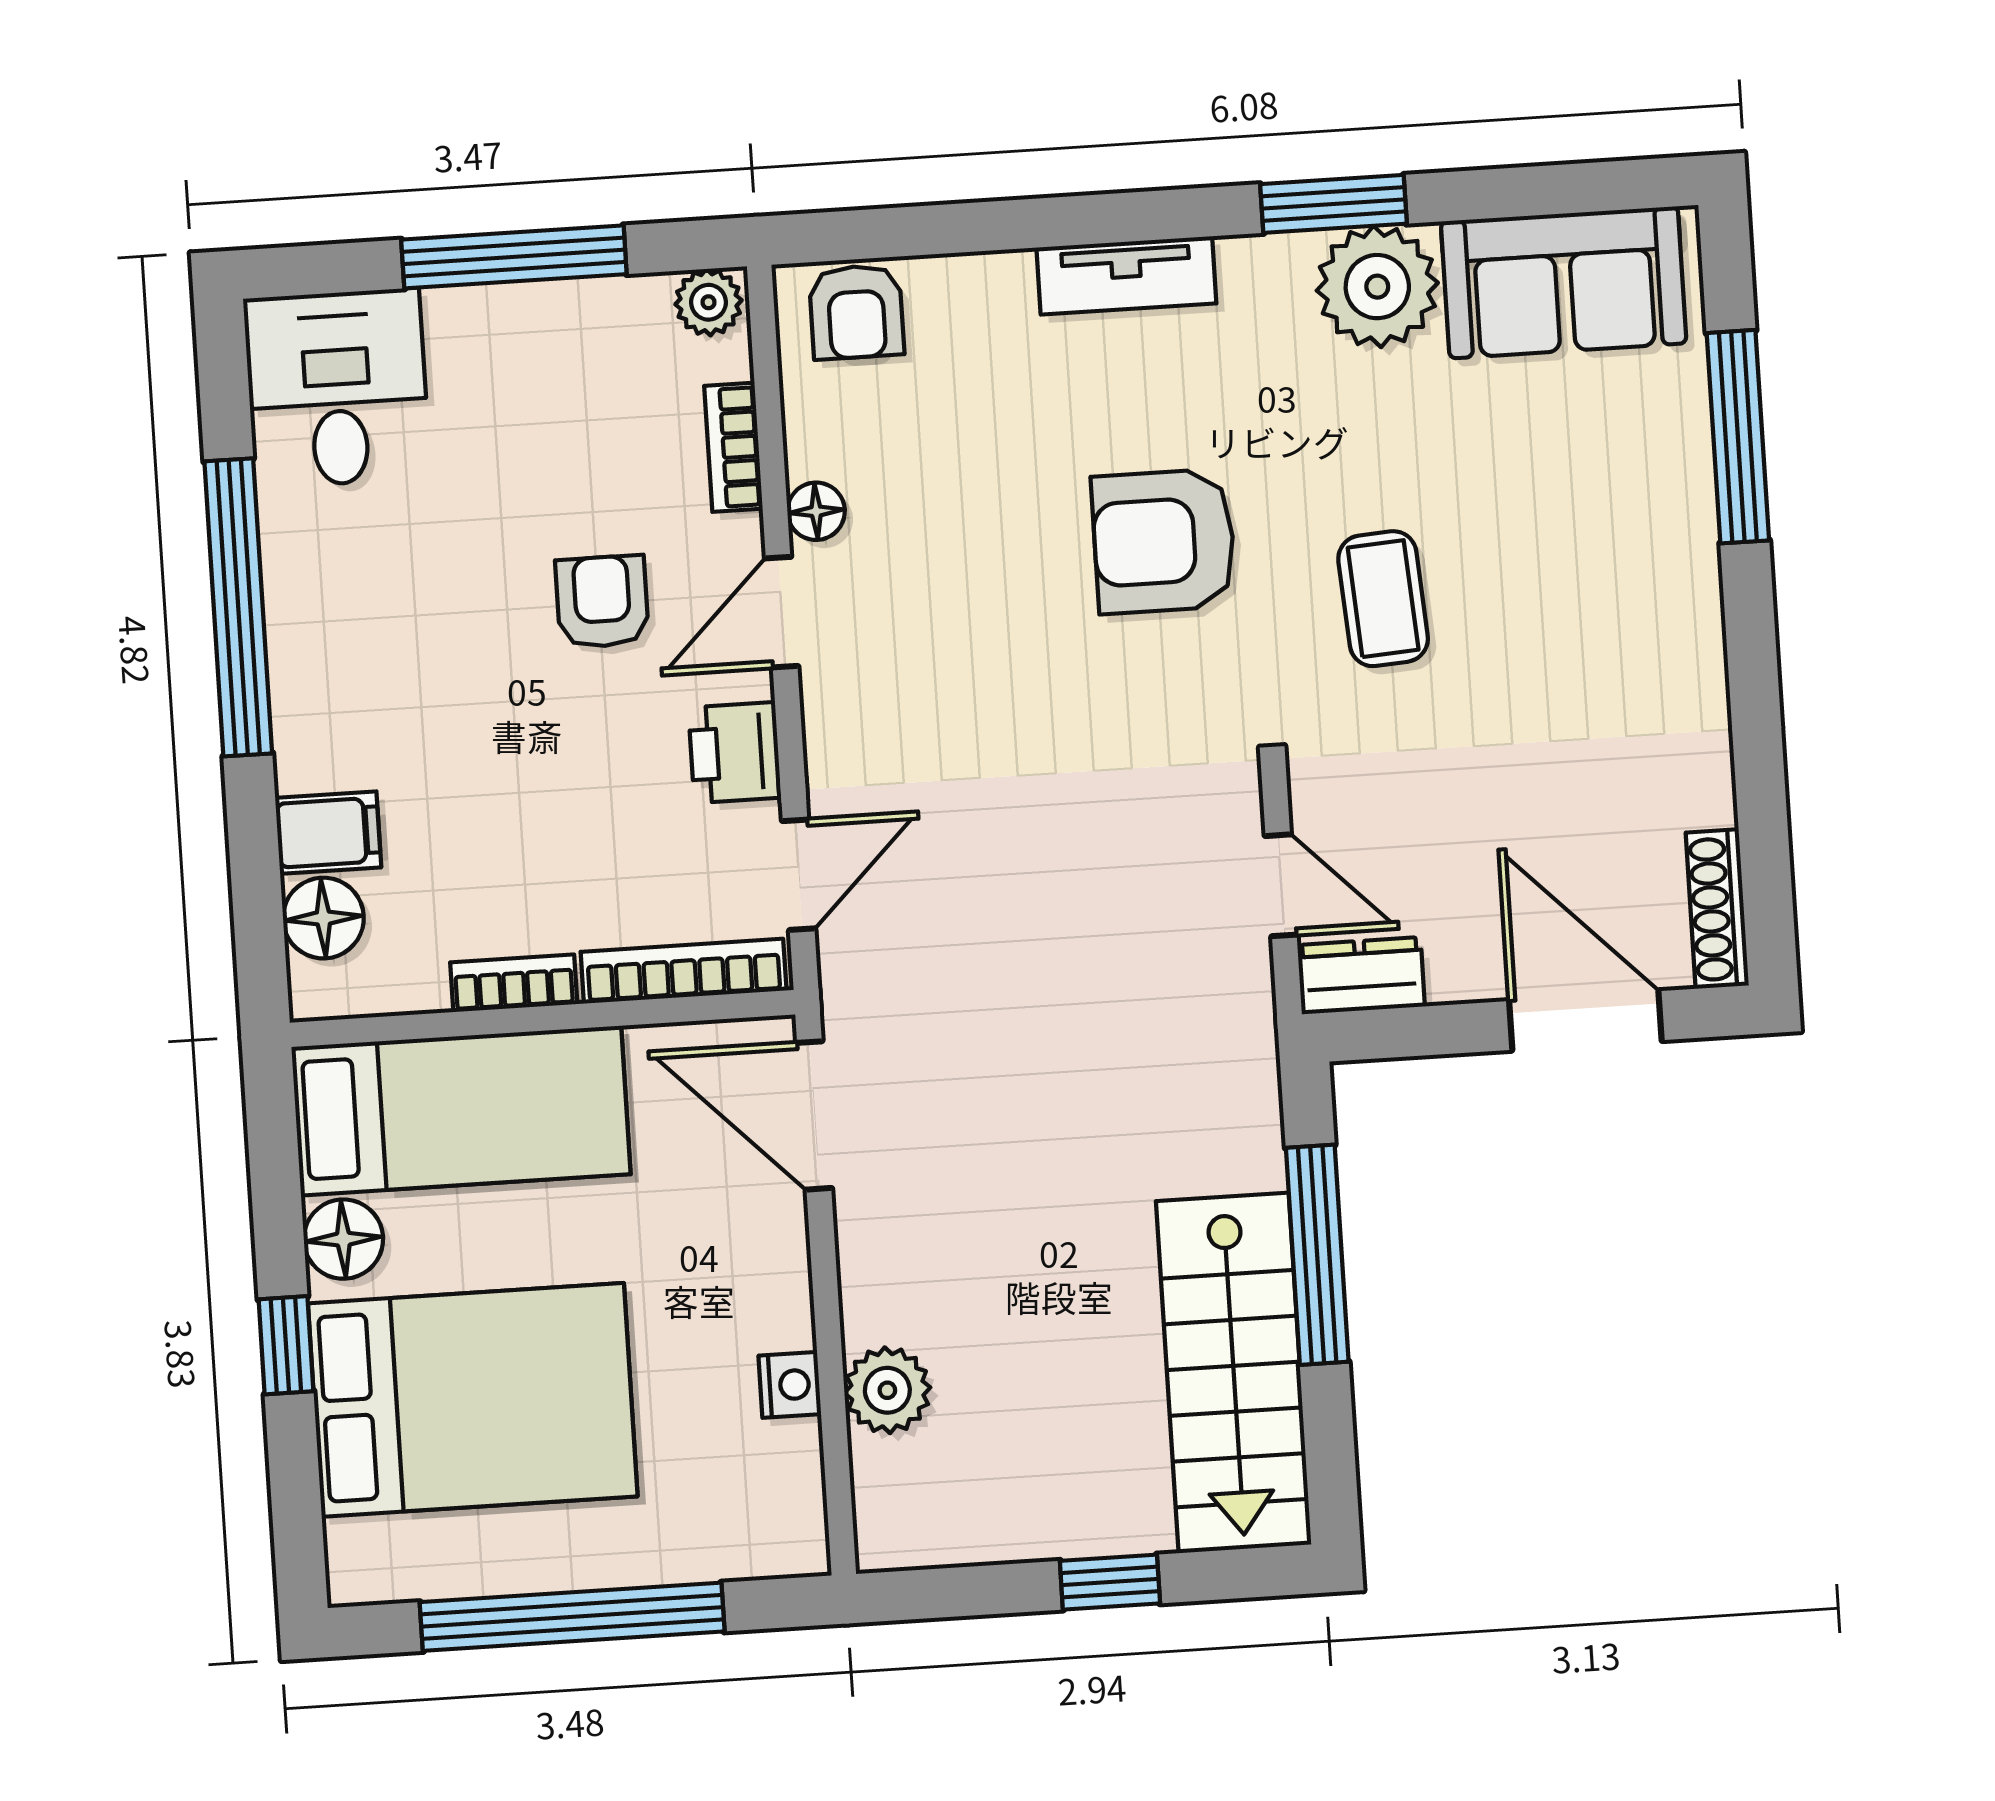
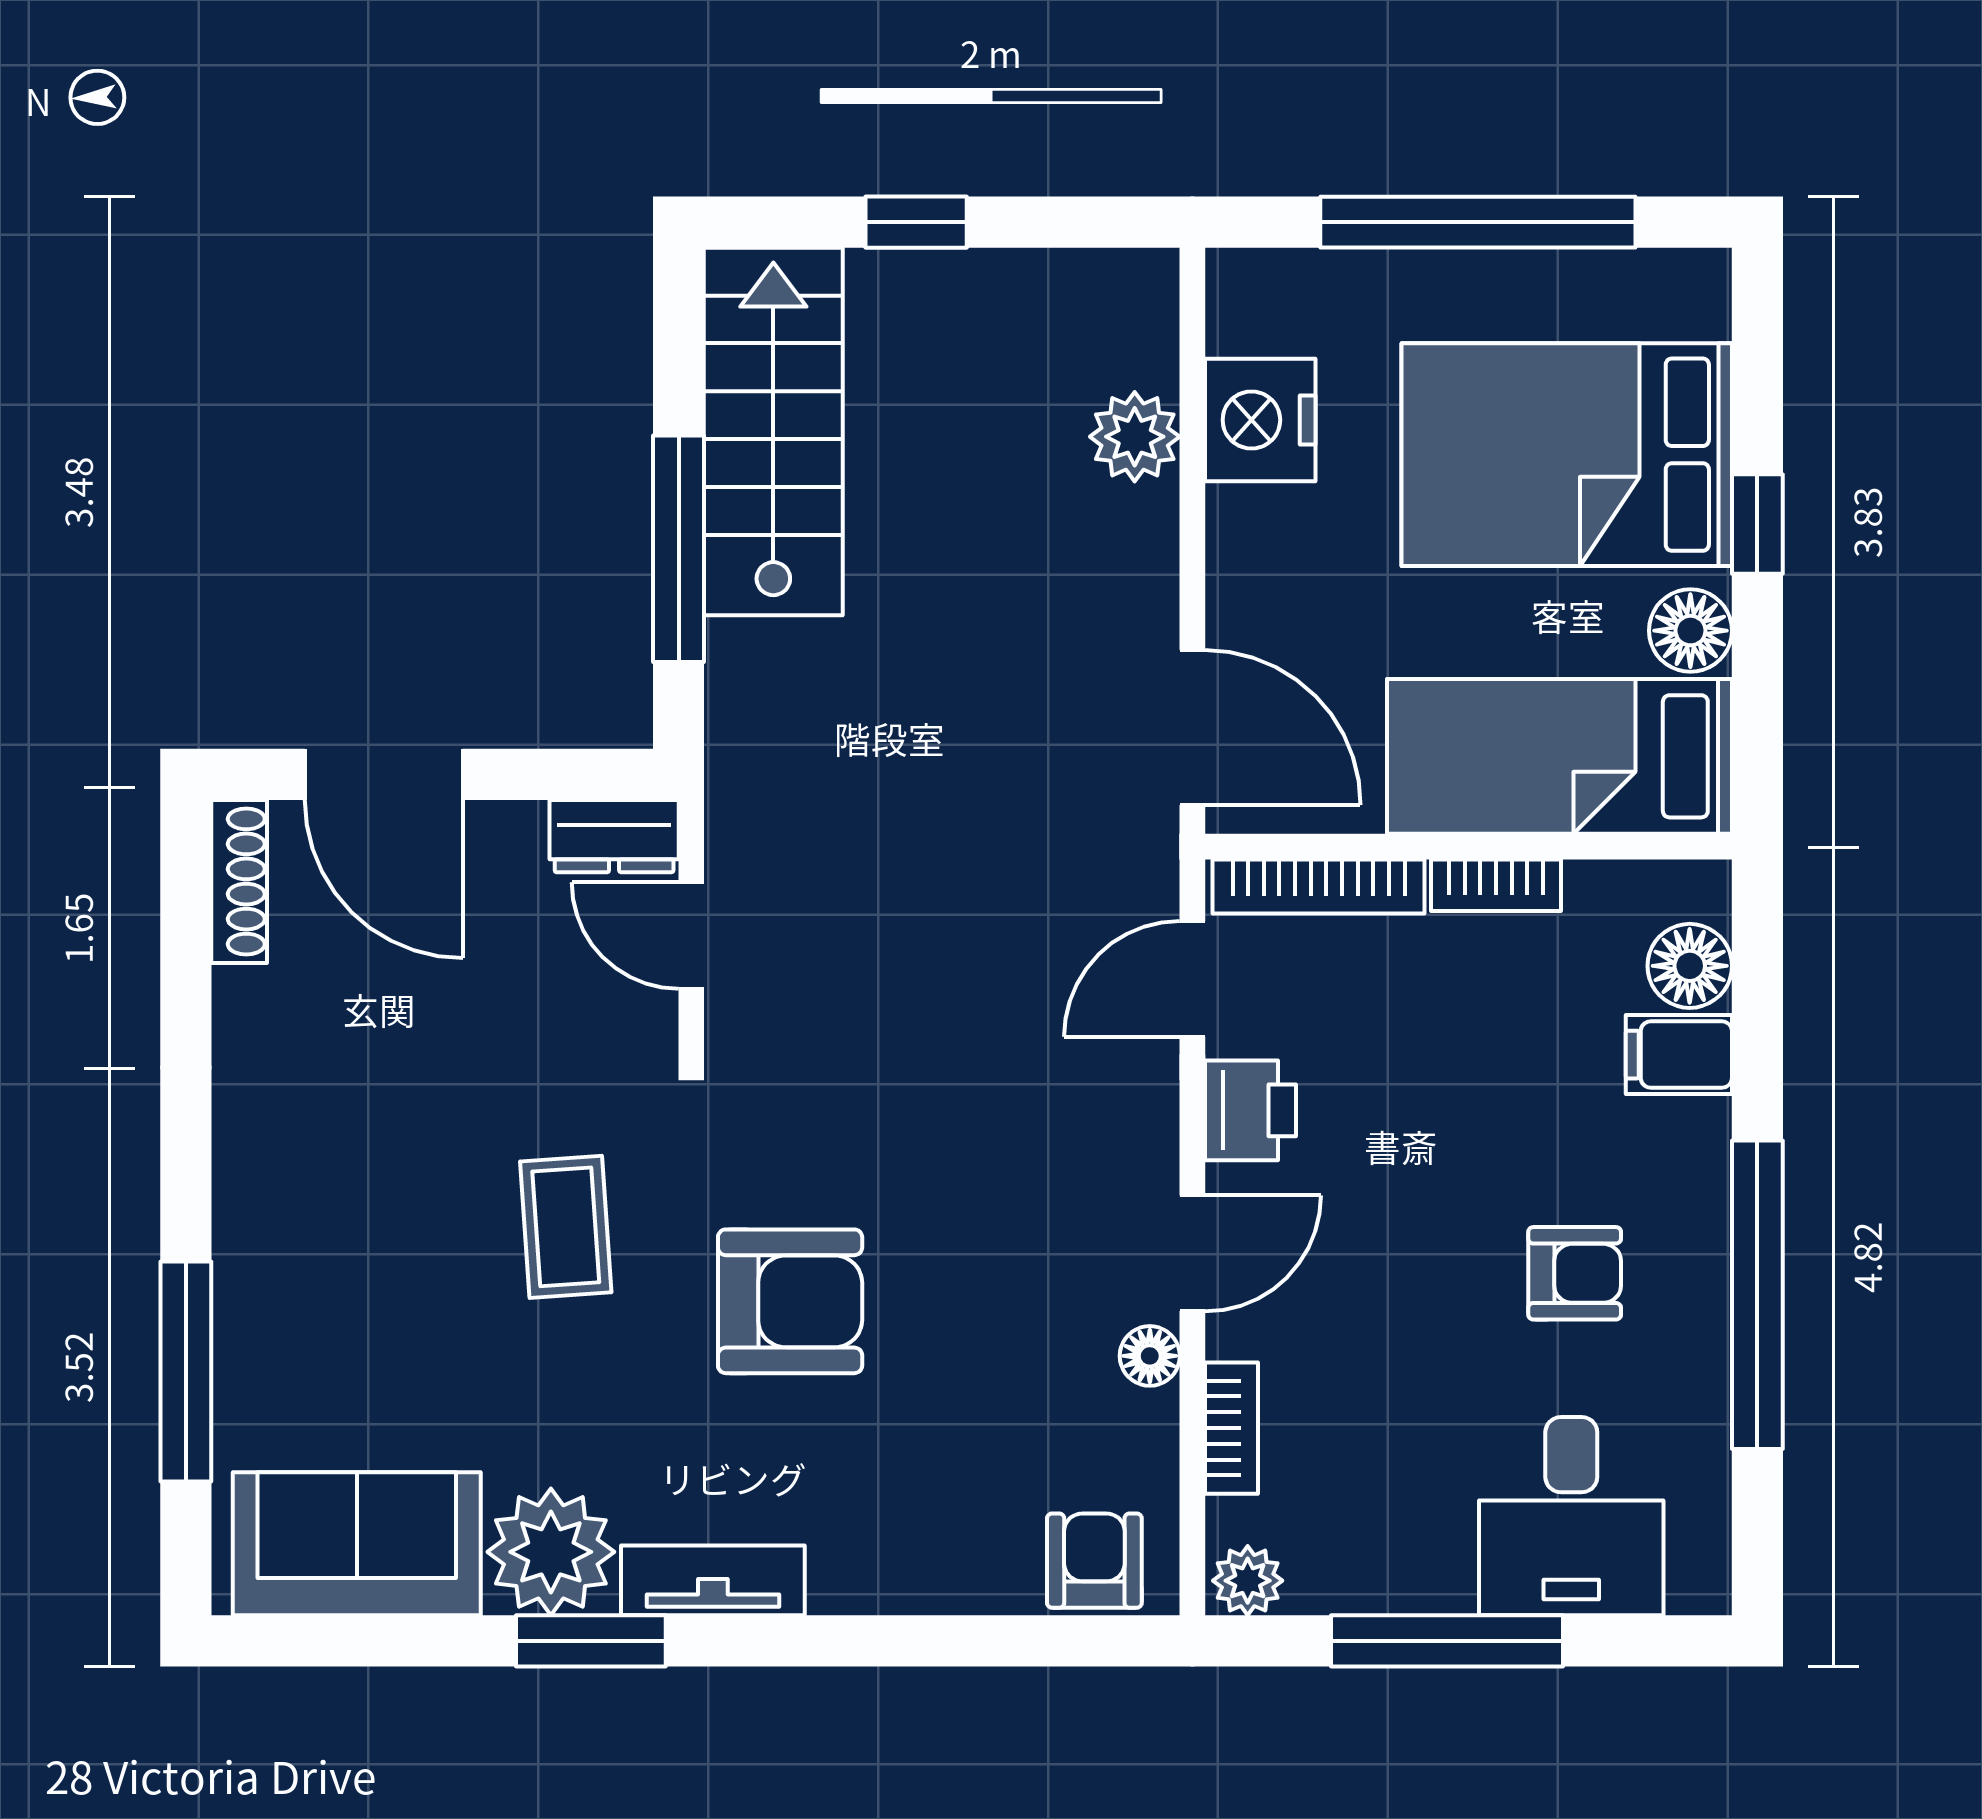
tv unit: (1126, 276) -> (713, 1580), moved
desk: (337, 388) -> (1571, 1516), moved
armchair: (602, 602) -> (1575, 1273), moved, turned -90
nightstand: (790, 1385) -> (1260, 420), width x1.89, depth x1.79

